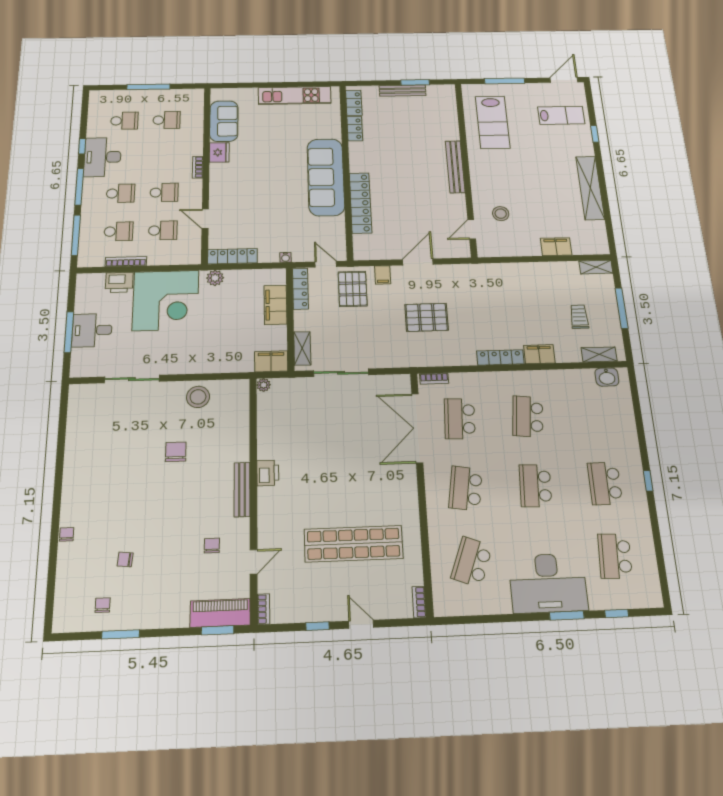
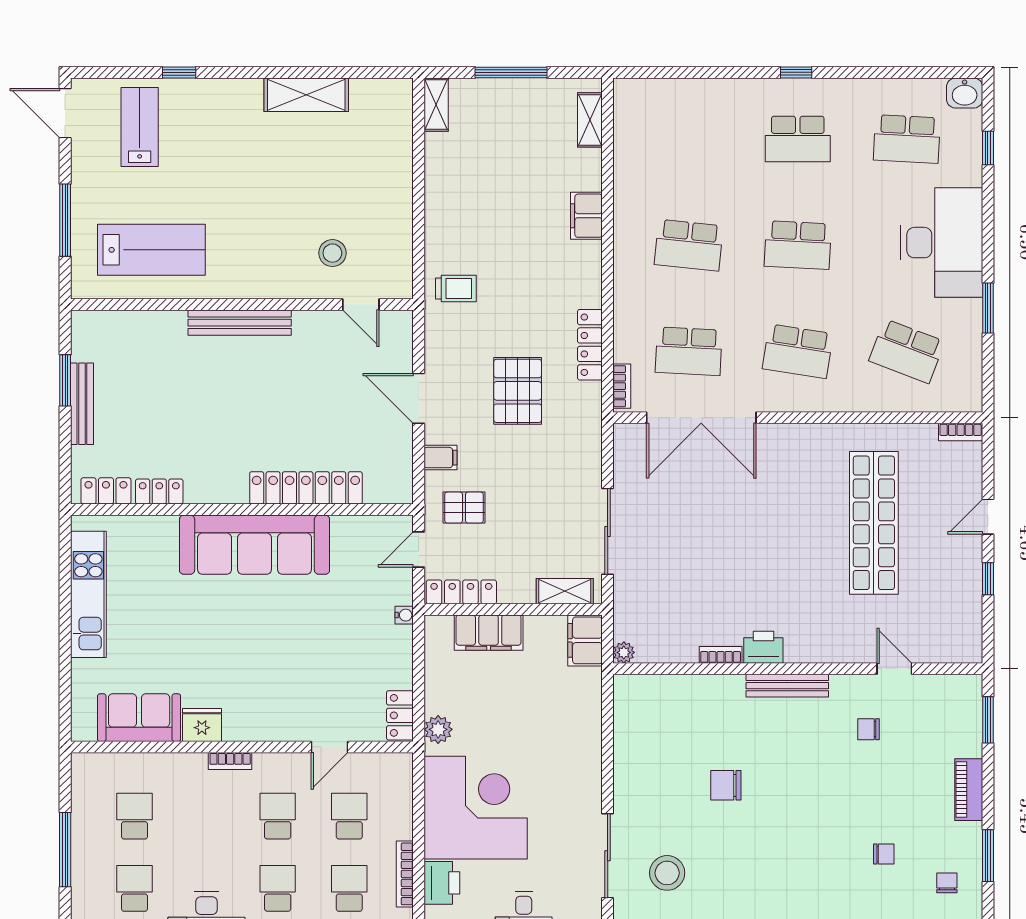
shelving: (590, 188) -> (306, 95), width x0.68
filing cabinet: (556, 247) -> (397, 166), removed
locker: (232, 256) -> (400, 715), width x0.66
pallet: (353, 289) -> (464, 508), width x0.67, depth x0.71
trolley: (579, 317) -> (456, 289), moved, turned 180
locker: (500, 357) -> (590, 345), moved
washbasin: (607, 377) -> (965, 93), moved, turned 90
stool: (198, 397) -> (667, 873), moved
chair: (125, 559) -> (884, 854), turned -96
chair: (103, 605) -> (947, 883), turned 90
bookcase: (264, 609) -> (721, 655), moved
piano: (220, 613) -> (969, 790), moved, width x0.73, depth x0.75
window: (567, 616) -> (988, 308), moved

